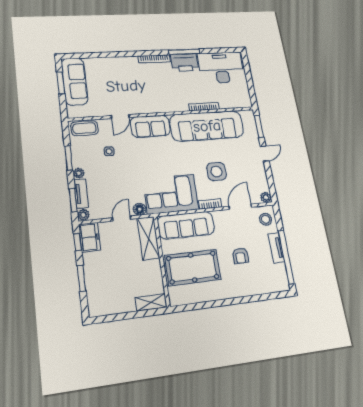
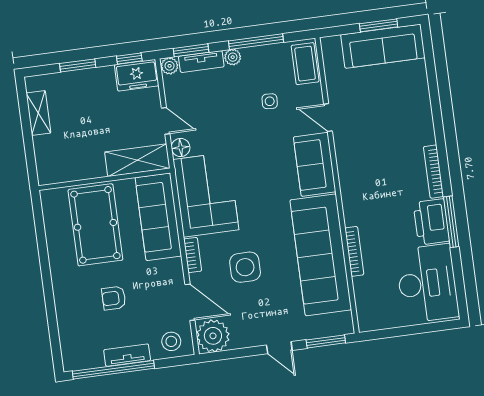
window: (69, 158) -> (256, 42), width x1.44
plant: (266, 197) -> (213, 336), width x1.88, depth x1.88
shelving: (151, 302) -> (38, 113), moved

